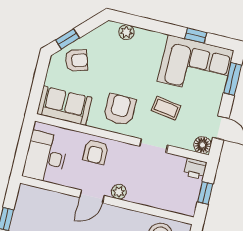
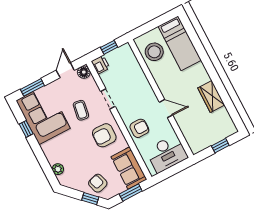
window: (38, 86) -> (131, 192), added
plant: (119, 192) -> (150, 96), removed

